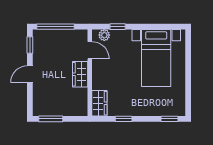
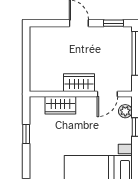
wardrobe: (99, 103) -> (60, 105), moved
window: (51, 119) -> (26, 48), removed

